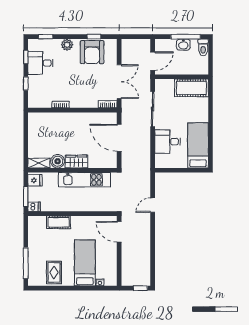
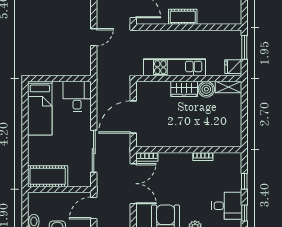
double door: (119, 82) -> (133, 184), swing flipped
door: (119, 138) -> (133, 117), swing flipped
desk: (168, 142) -> (77, 96), moved, turned -90
dishwasher: (34, 207) -> (234, 35), removed
cot: (59, 222) -> (183, 17), moved

